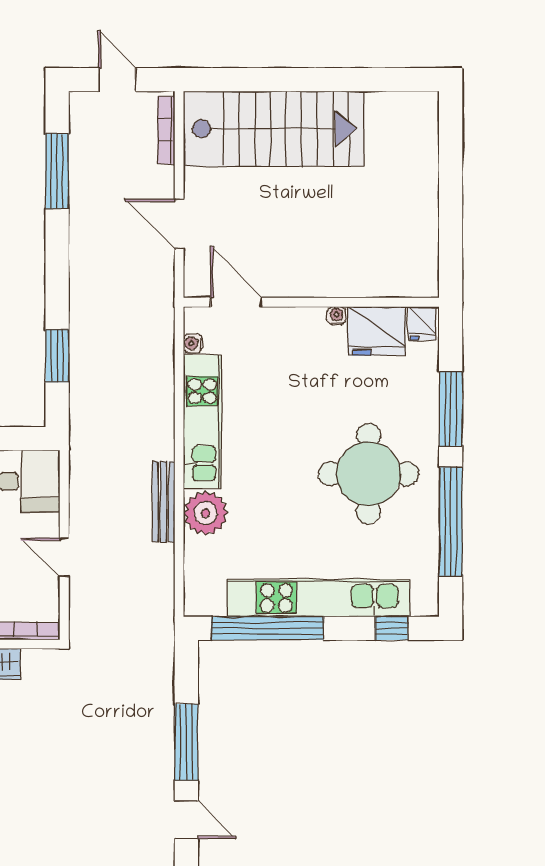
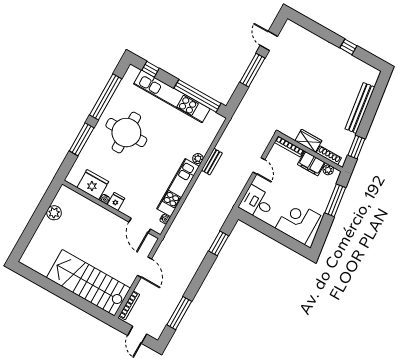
plant: (423, 230) -> (54, 213), added
fridge: (422, 323) -> (116, 202), moved
bench: (164, 502) -> (212, 162), width x0.73
plant: (206, 513) -> (198, 159), width x0.53, depth x0.53

